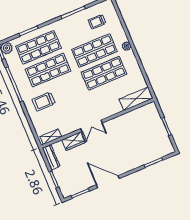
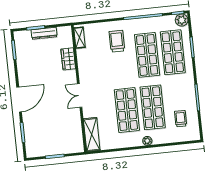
double door: (91, 126) -> (80, 96), moved
dresser: (51, 157) -> (44, 33), moved
door: (108, 182) -> (19, 99), moved

